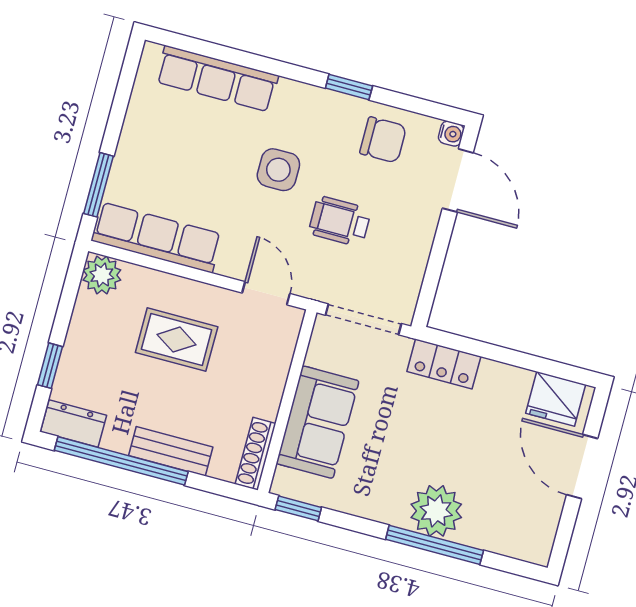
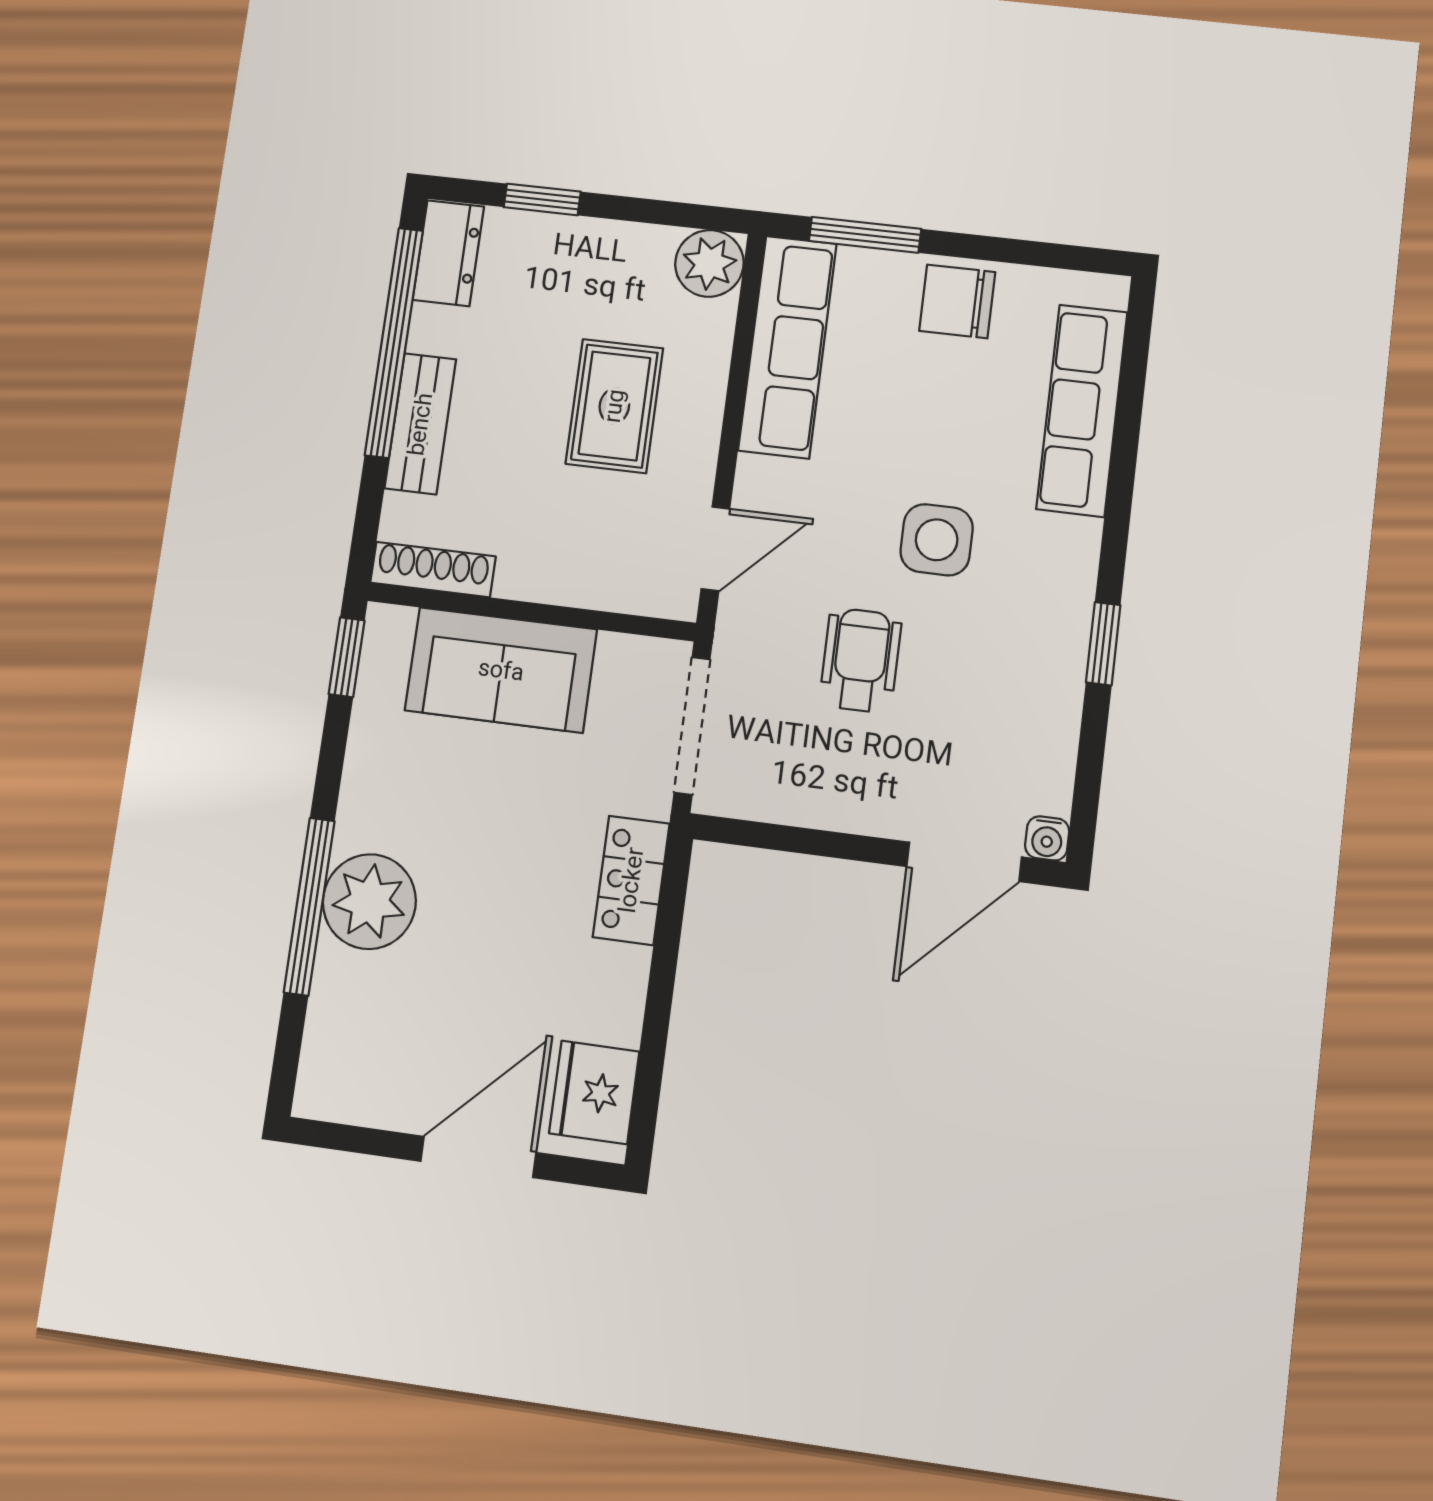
chair: (383, 140) -> (957, 301), moved, turned 90

